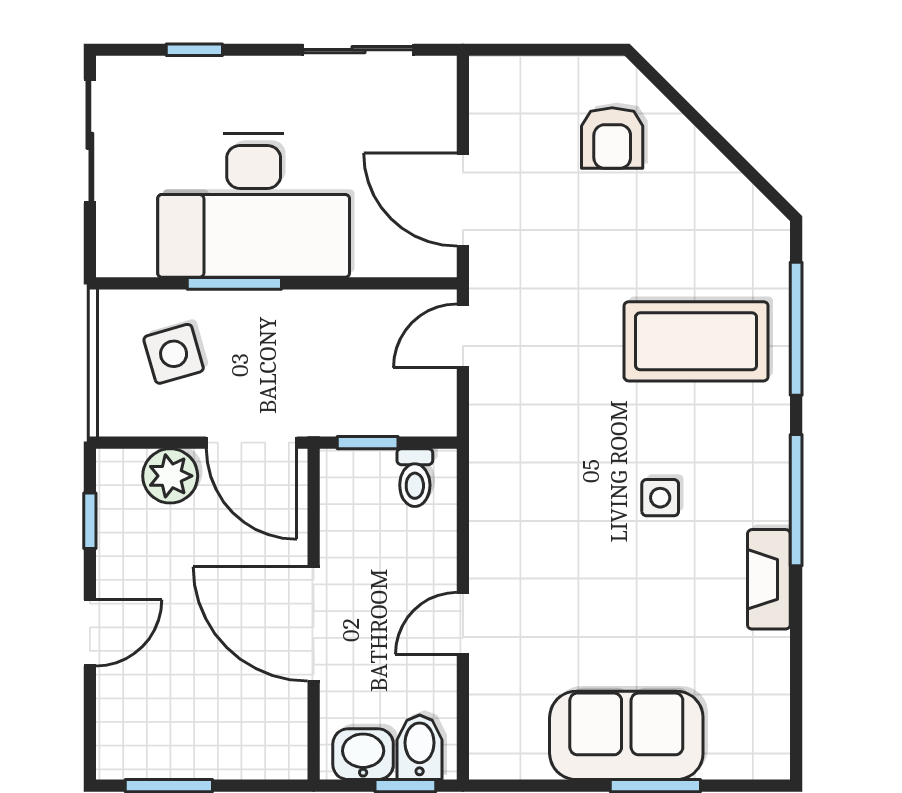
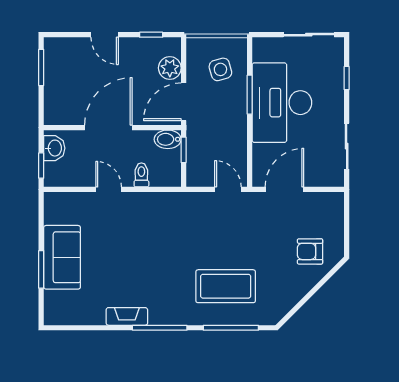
coffee table: (696, 341) -> (226, 286), turned 90
toilet: (415, 478) -> (141, 175), moved, turned 90
side table: (660, 498) -> (161, 271), removed
bidet: (420, 747) -> (168, 139), moved, turned 180

